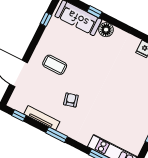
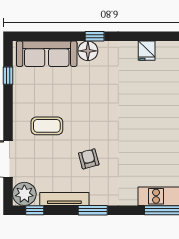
window: (94, 12) -> (95, 36), moved
plant: (18, 101) -> (24, 194), added

